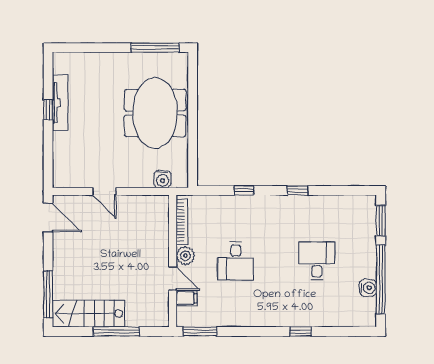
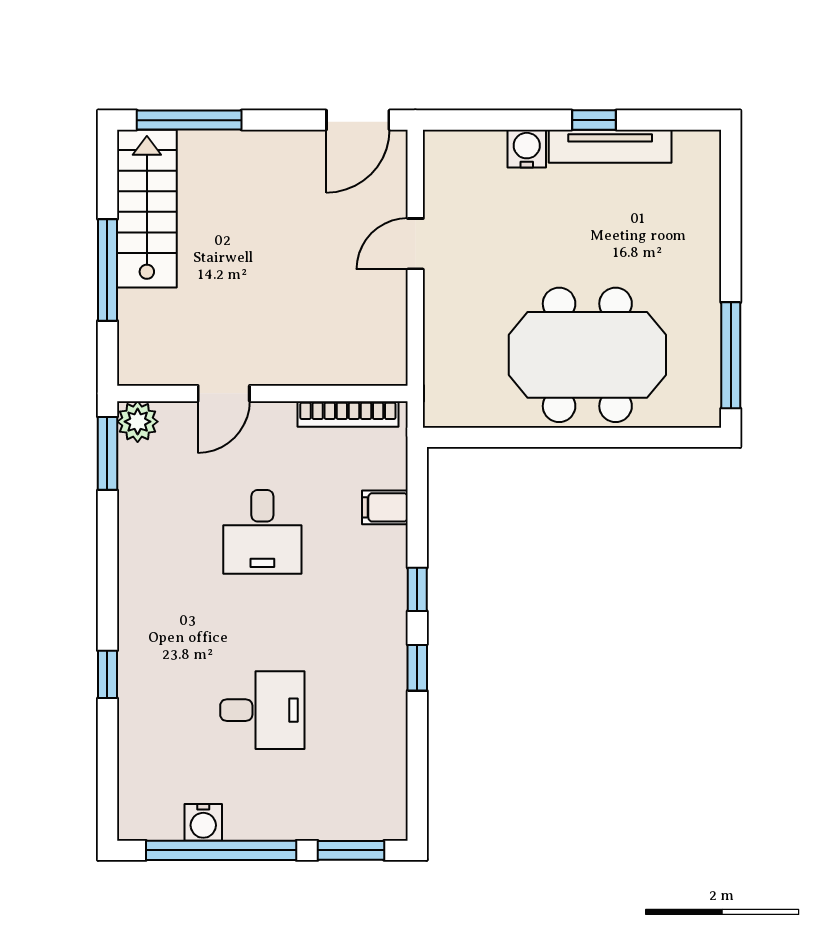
water cooler: (163, 179) -> (527, 149), moved, turned 90
window: (244, 190) -> (417, 589), moved
plant: (185, 256) -> (138, 422), moved
desk: (236, 261) -> (262, 532), turned -90
filing cabinet: (186, 298) -> (385, 507), moved, turned 90

